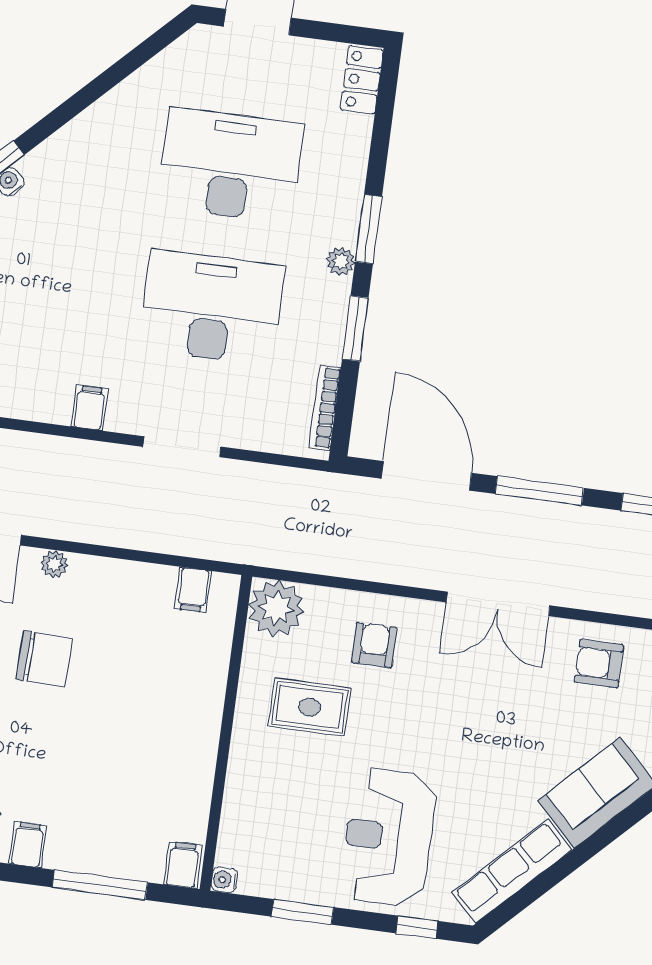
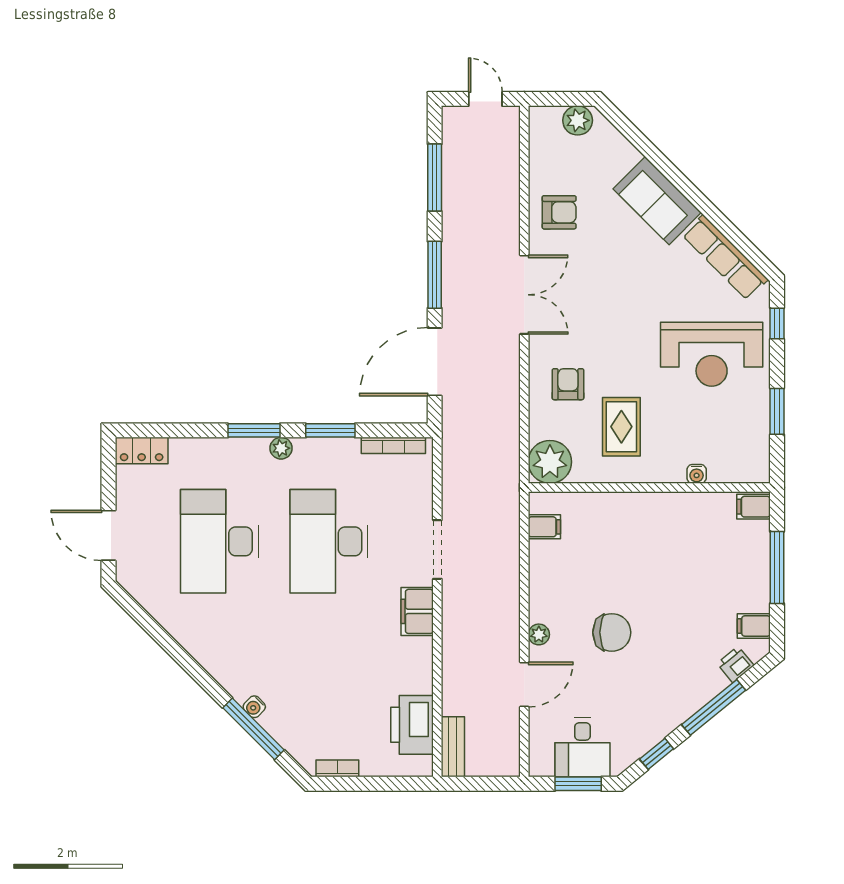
filing cabinet: (90, 408) -> (417, 611), width x2.00
armchair: (374, 645) -> (568, 384), turned 90
chair: (44, 659) -> (612, 632), turned 88
armchair: (599, 663) -> (559, 212), turned -90
water cooler: (224, 880) -> (697, 474), moved

